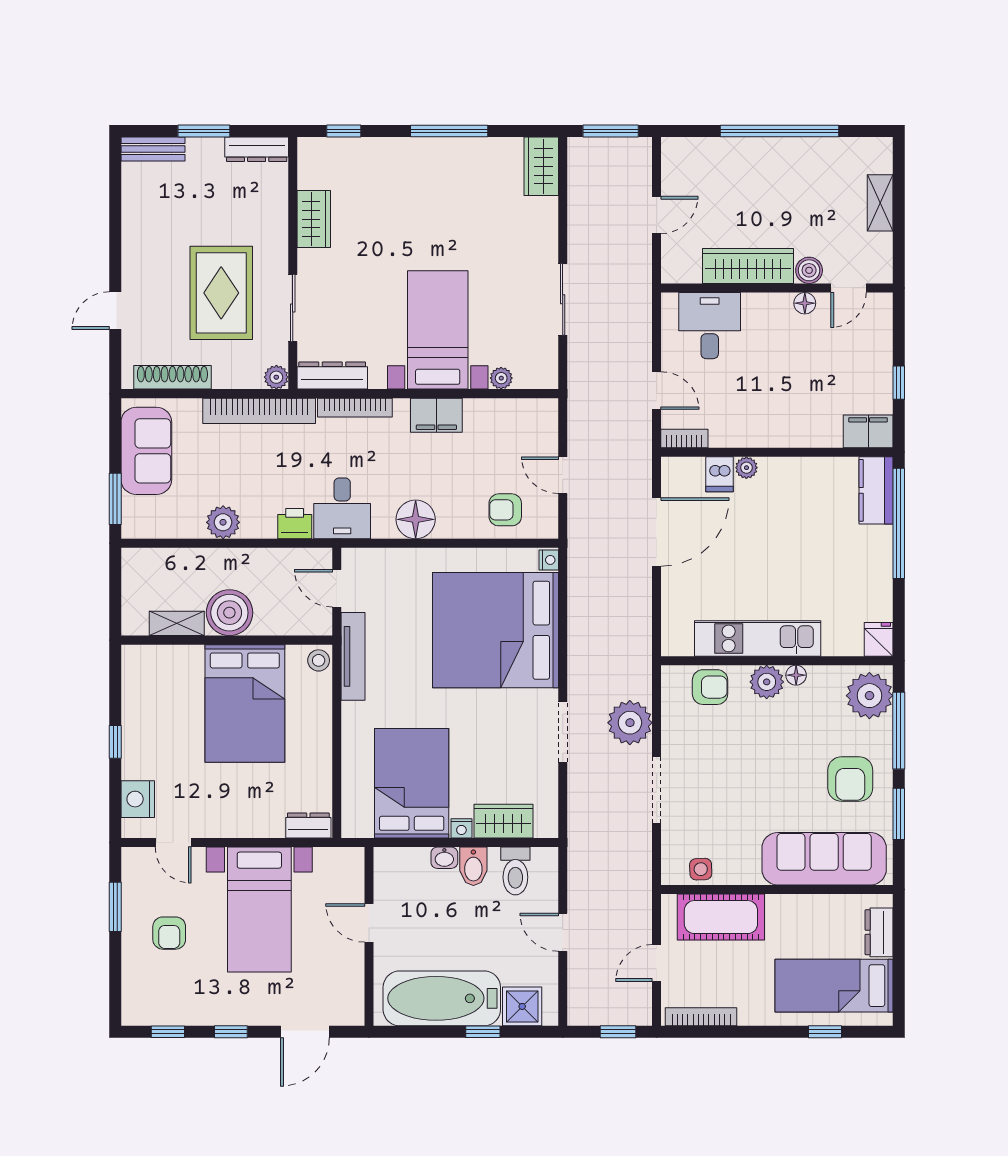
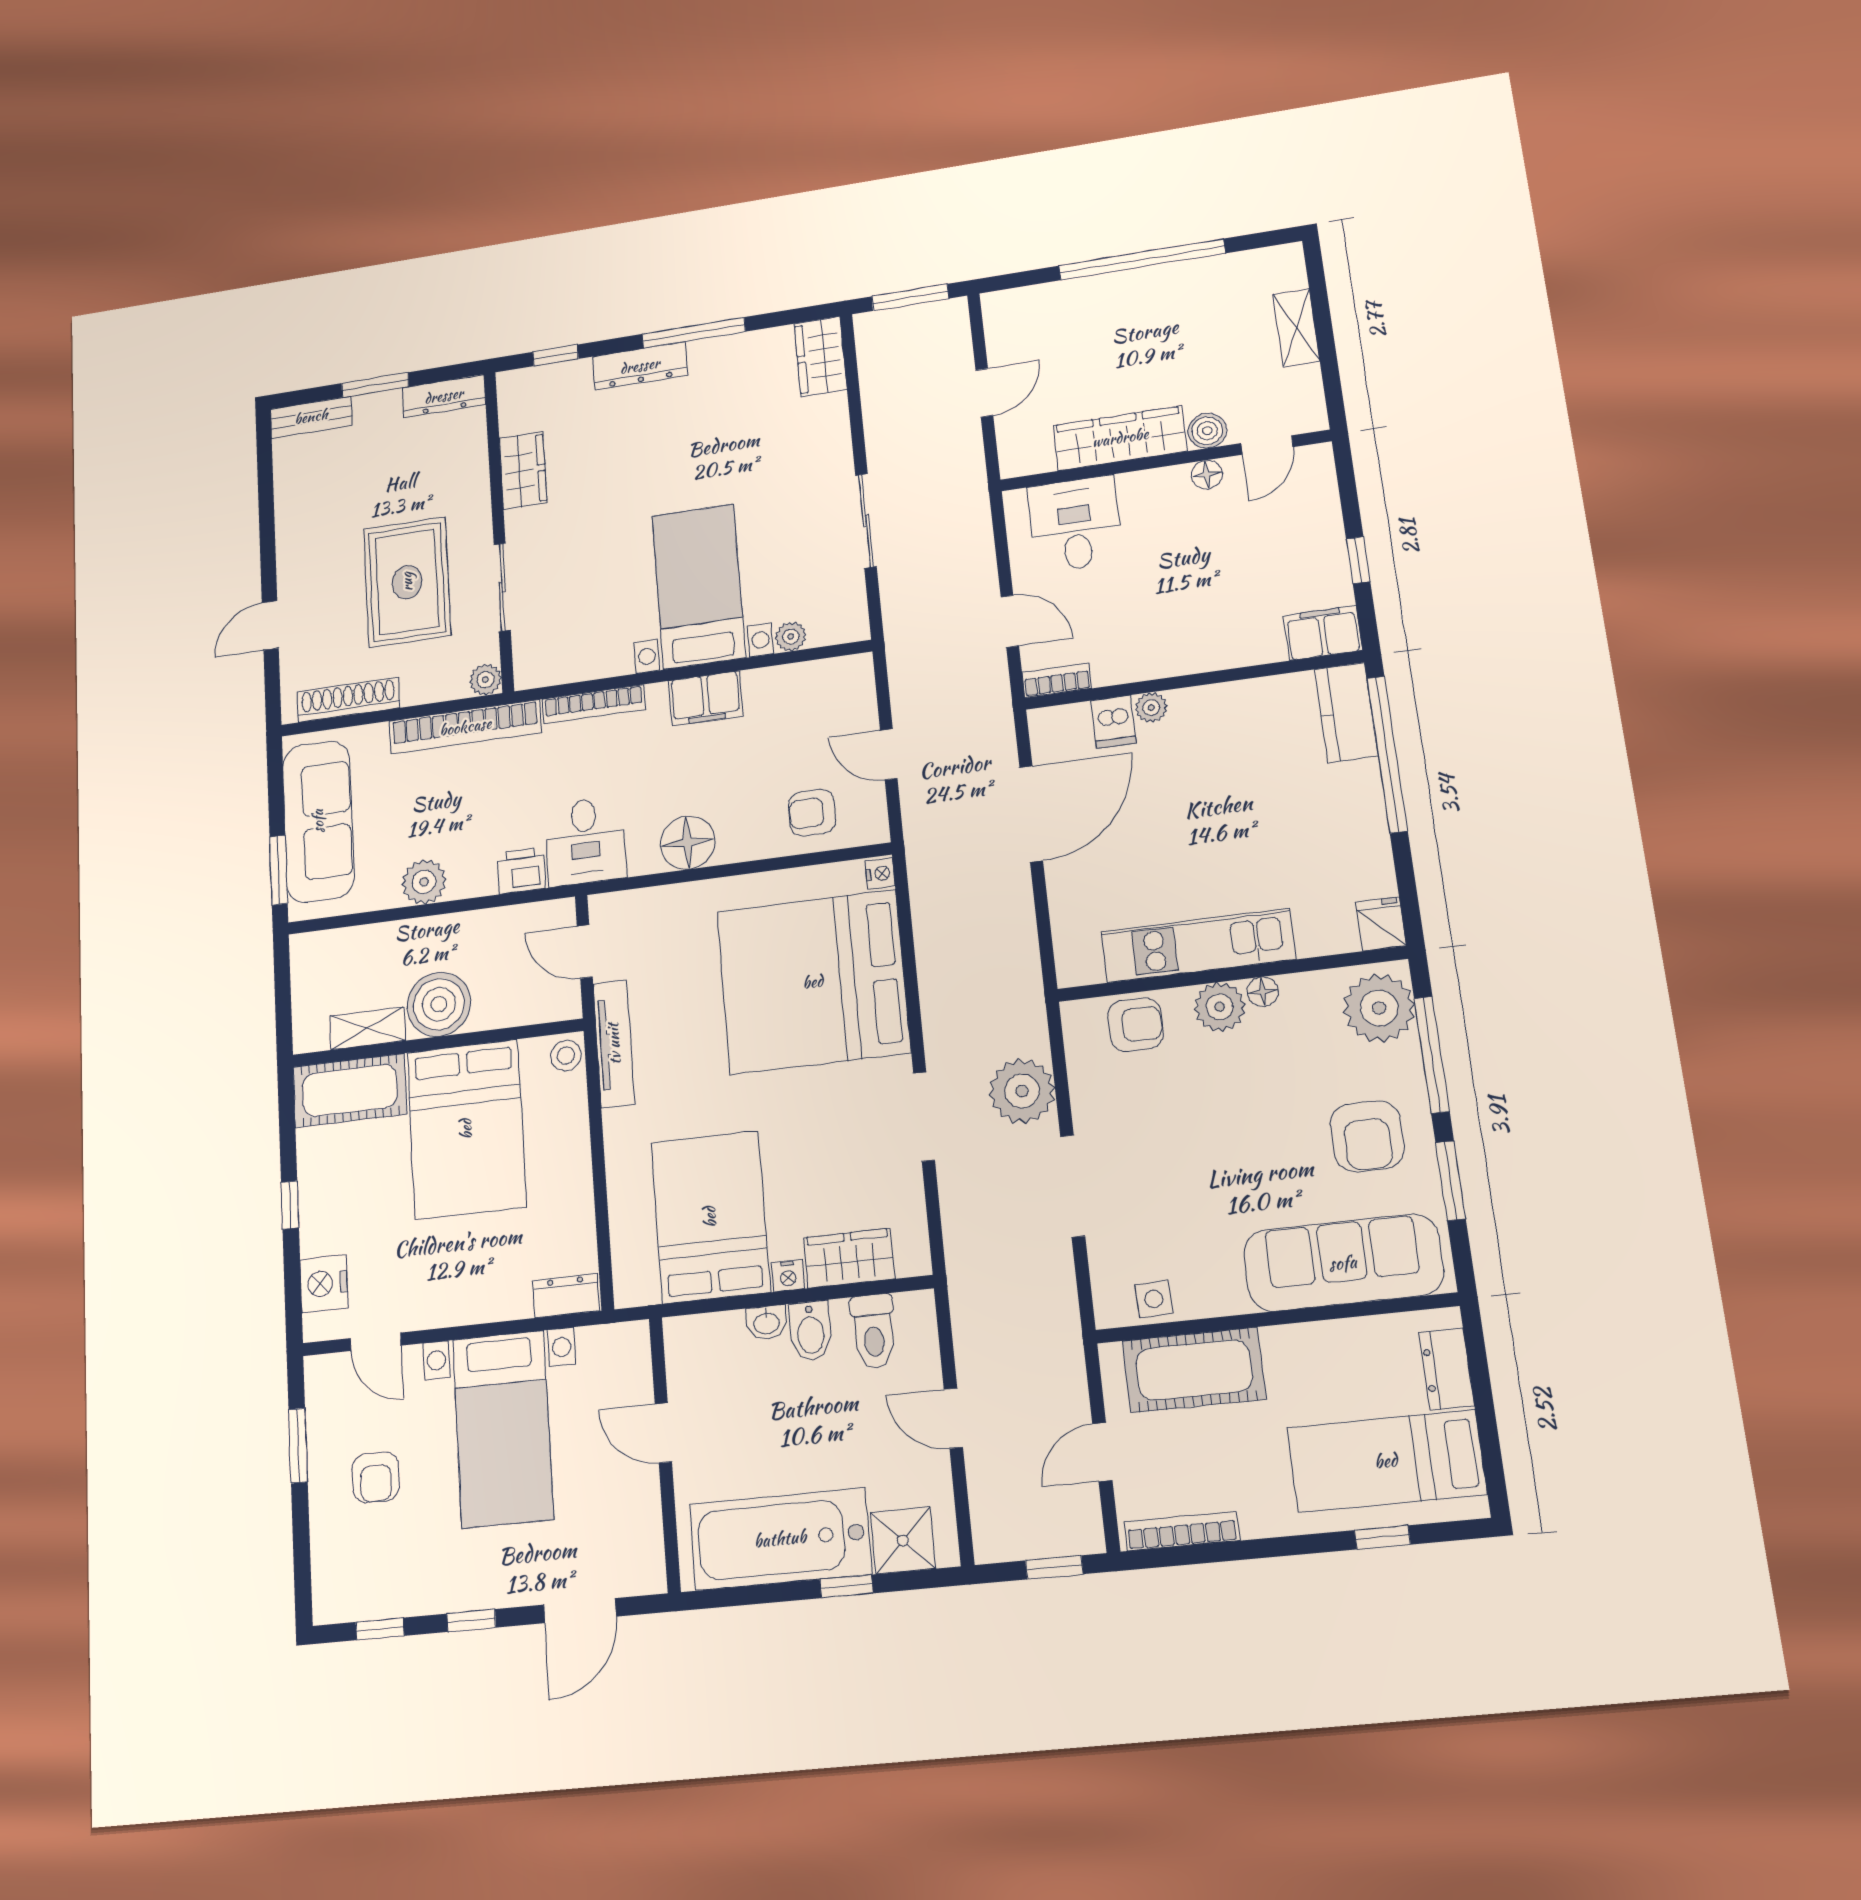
dresser: (332, 375) -> (640, 366), moved, turned 180
sofa: (146, 451) -> (318, 821), width x1.36
cot: (162, 666) -> (350, 1090), added

